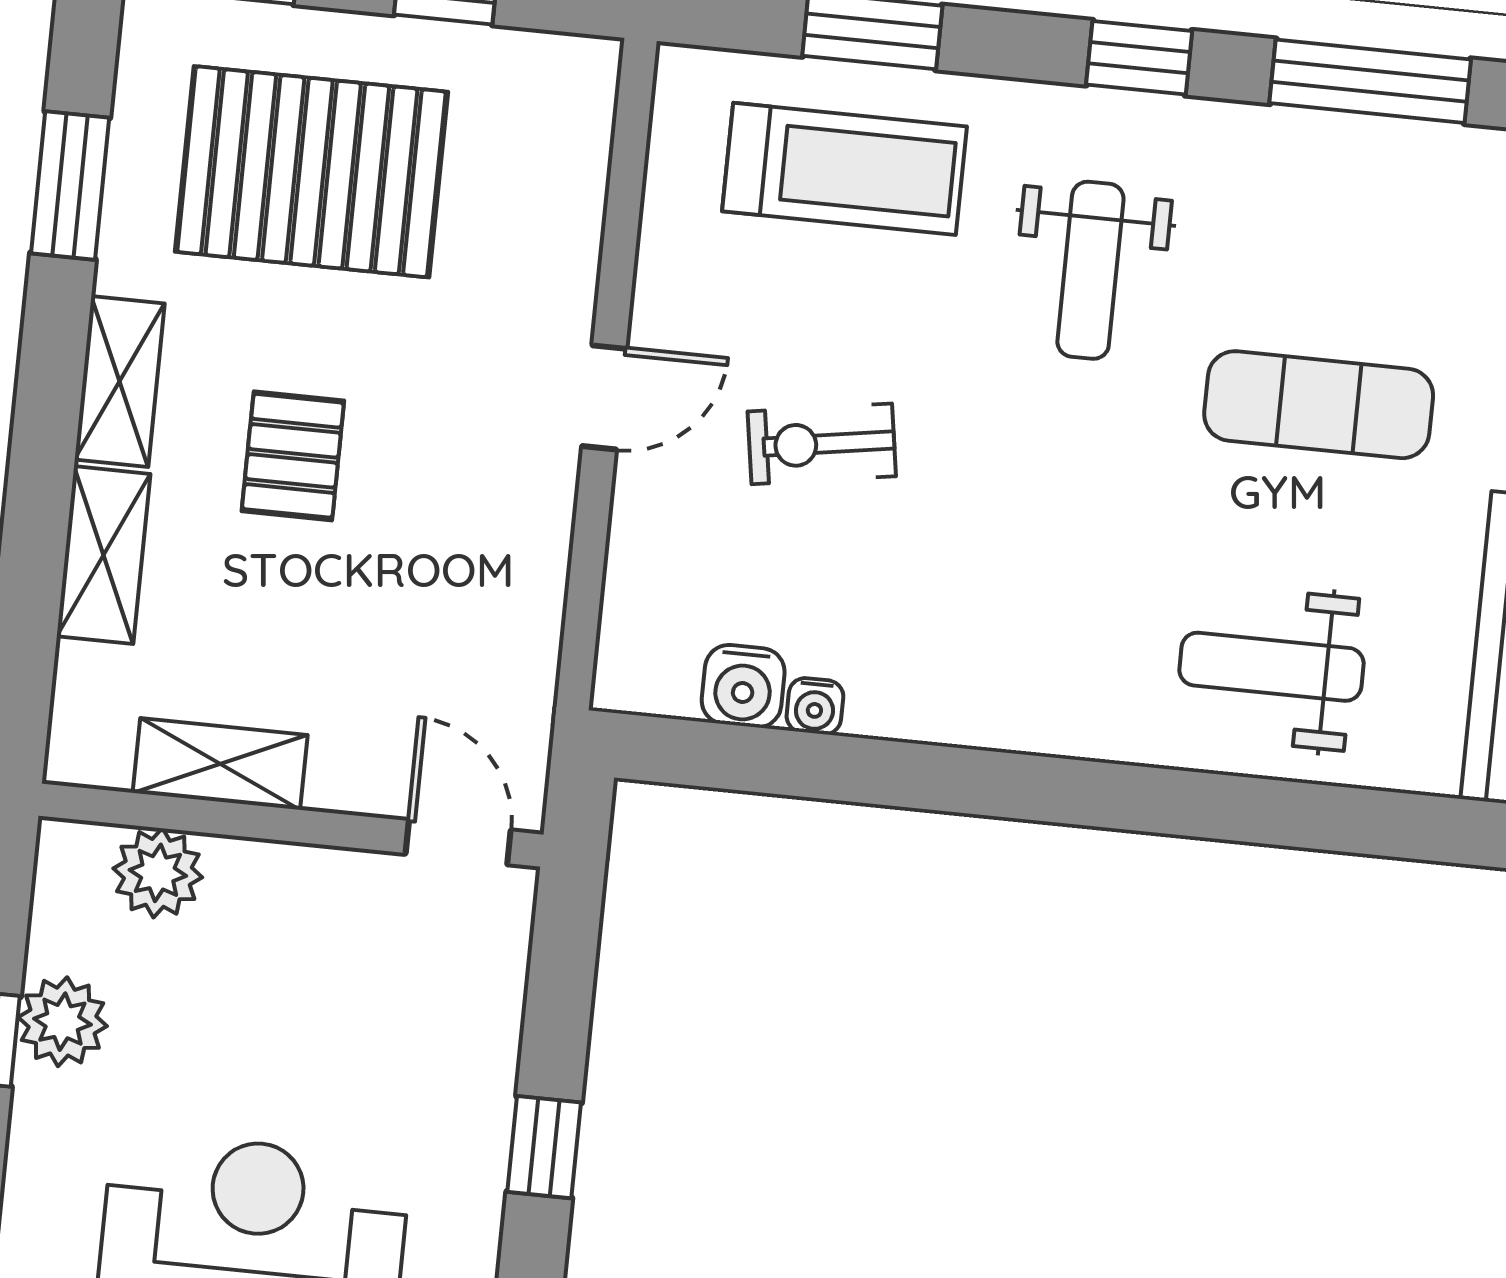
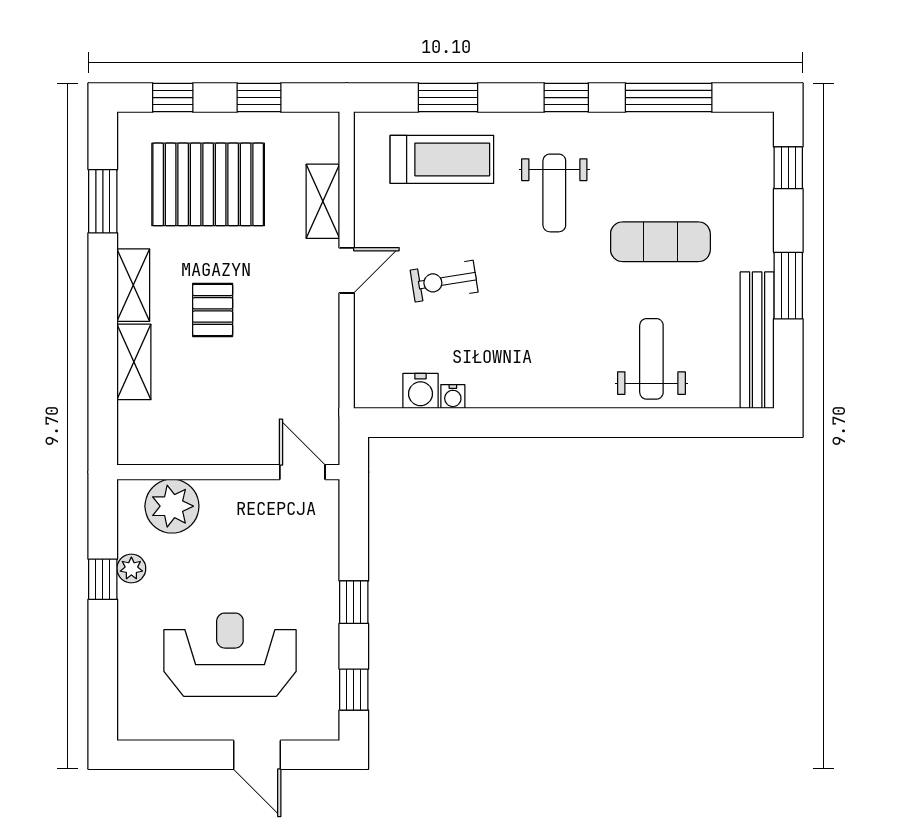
weight bench: (1271, 667) -> (651, 359), turned 90
shelving: (220, 764) -> (323, 201), moved, turned 90
plant: (158, 873) -> (172, 506), width x1.36, depth x1.36
plant: (62, 1022) -> (131, 568), width x0.73, depth x0.73

